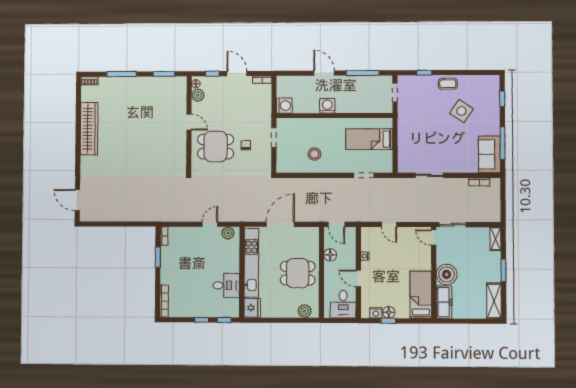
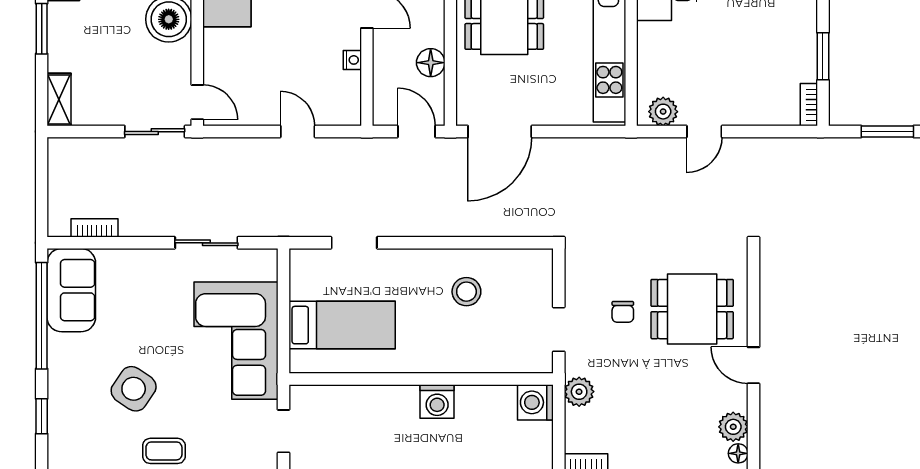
plant: (265, 110) -> (579, 392), added
corner sofa: (416, 132) -> (236, 341), added
window: (503, 143) -> (42, 316), width x1.46
window: (130, 224) -> (887, 132), added
door: (280, 224) -> (500, 132), moved

